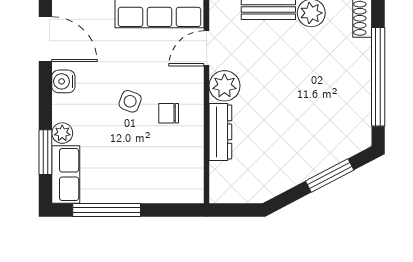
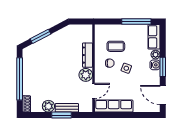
water cooler: (63, 81) -> (155, 65), moved
window: (45, 152) -> (163, 67), moved
coffee table: (155, 152) -> (116, 46), added

